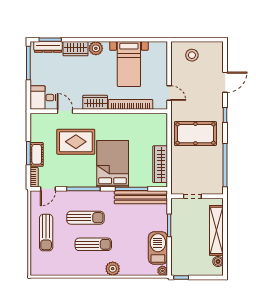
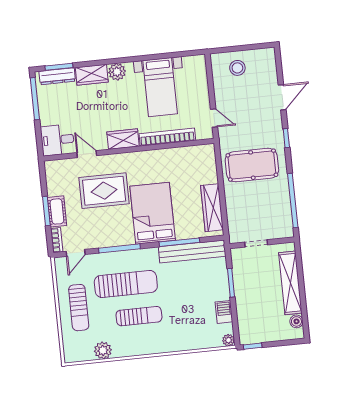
sun lounger: (85, 218) -> (126, 284), width x1.36, depth x1.34
barbecue: (158, 248) -> (224, 312), width x0.53, depth x0.65
plant: (113, 269) -> (103, 350), moved

